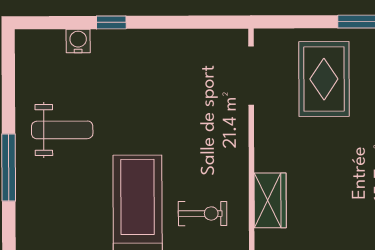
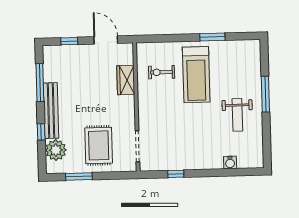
window: (111, 22) -> (176, 174), moved
weight bench: (62, 130) -> (237, 115), turned -90

